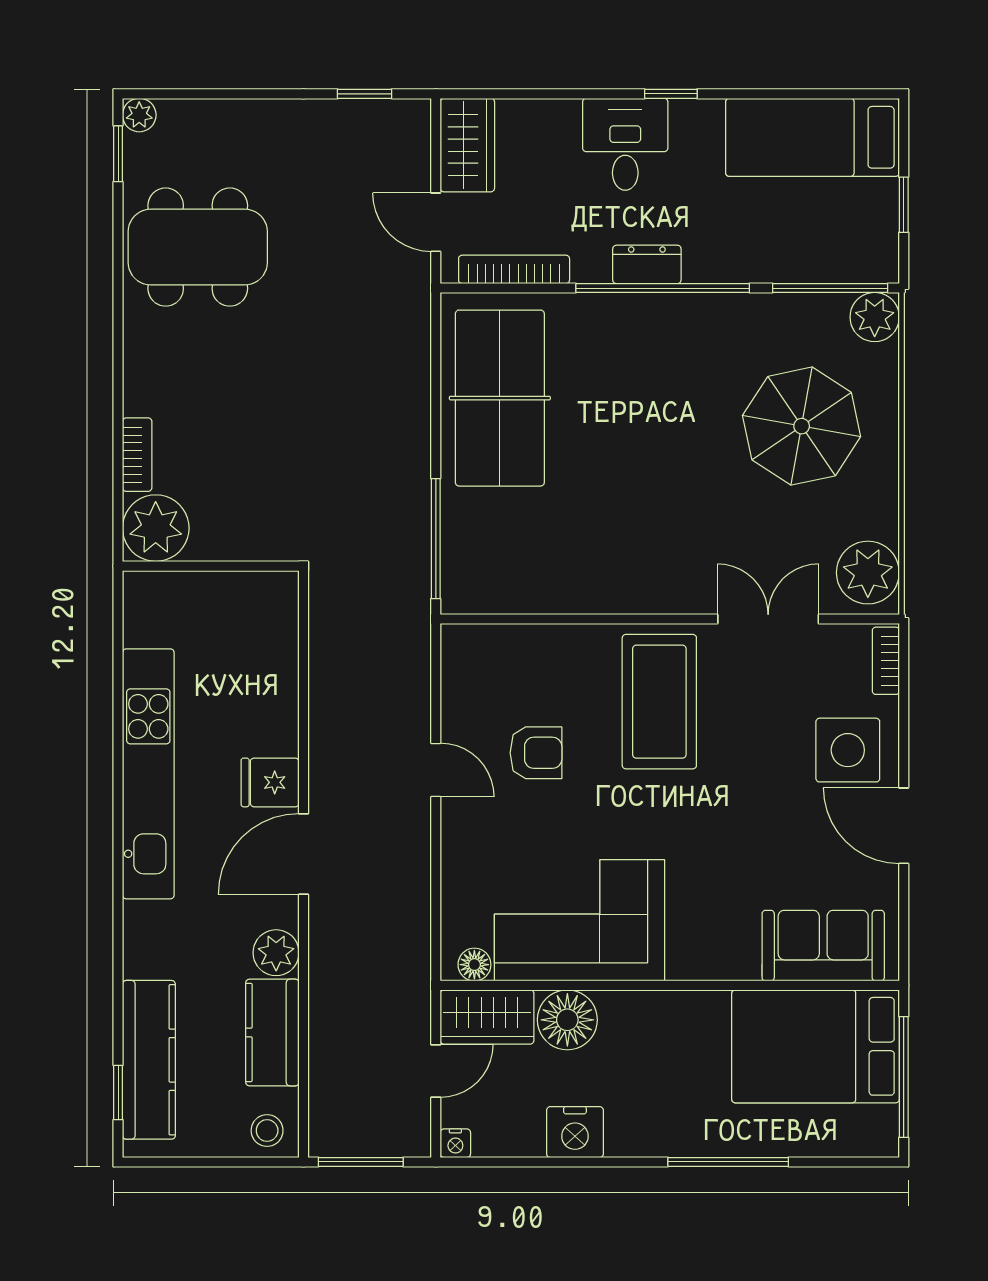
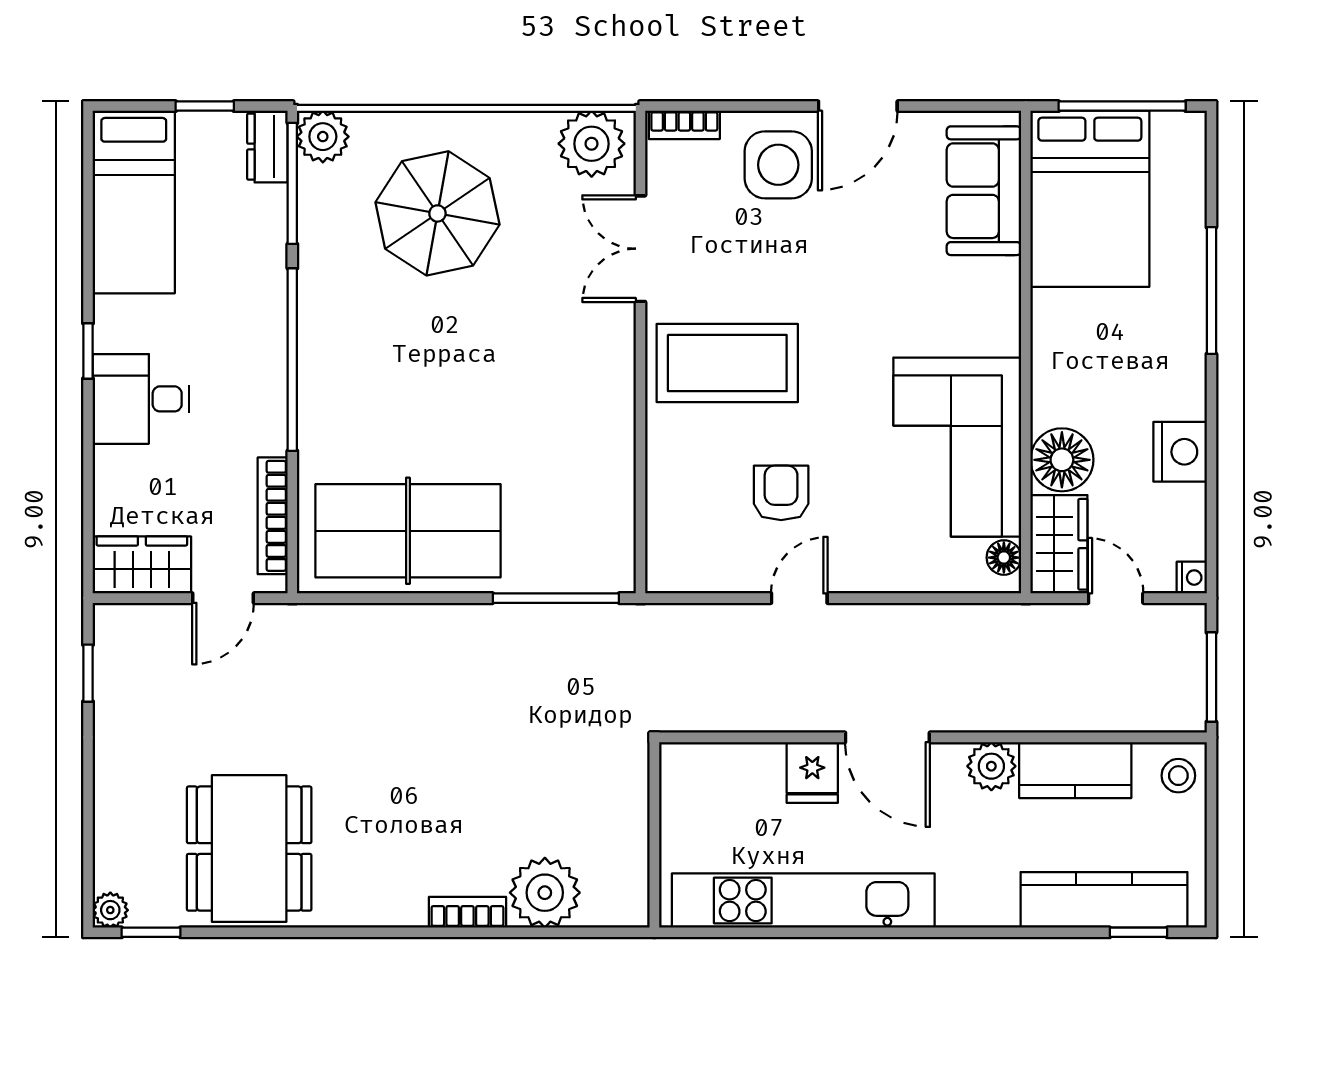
dresser: (647, 264) -> (267, 147), moved
wall: (211, 566) -> (654, 835), moved

